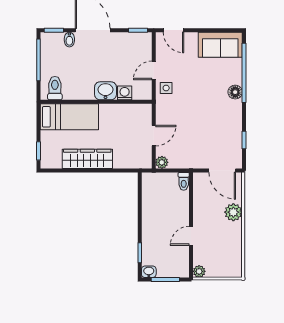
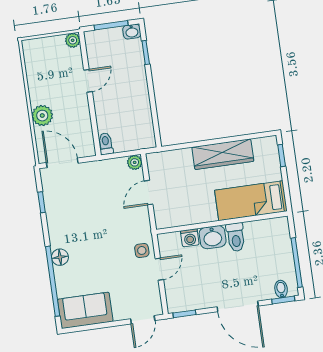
door: (173, 30) -> (143, 320), swing flipped
bidet: (69, 40) -> (281, 289), moved
toilet: (55, 88) -> (236, 237), moved

